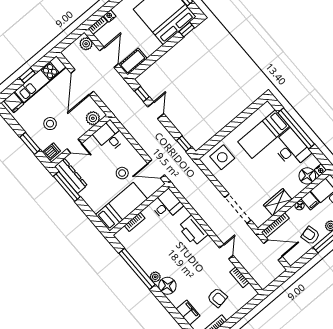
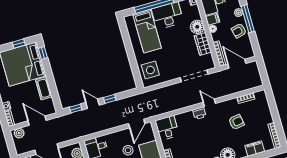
cot: (133, 61) -> (44, 88), moved
window: (184, 144) -> (110, 99), moved
floor lamp: (307, 176) -> (197, 27), moved
printer: (193, 231) -> (199, 113), width x0.53, depth x0.68
door: (273, 250) -> (237, 64), hinge flipped
door: (226, 252) -> (209, 103), moved
armchair: (217, 298) -> (236, 122), moved

